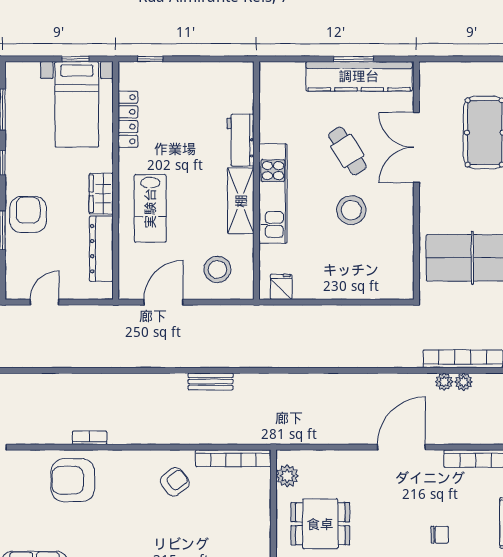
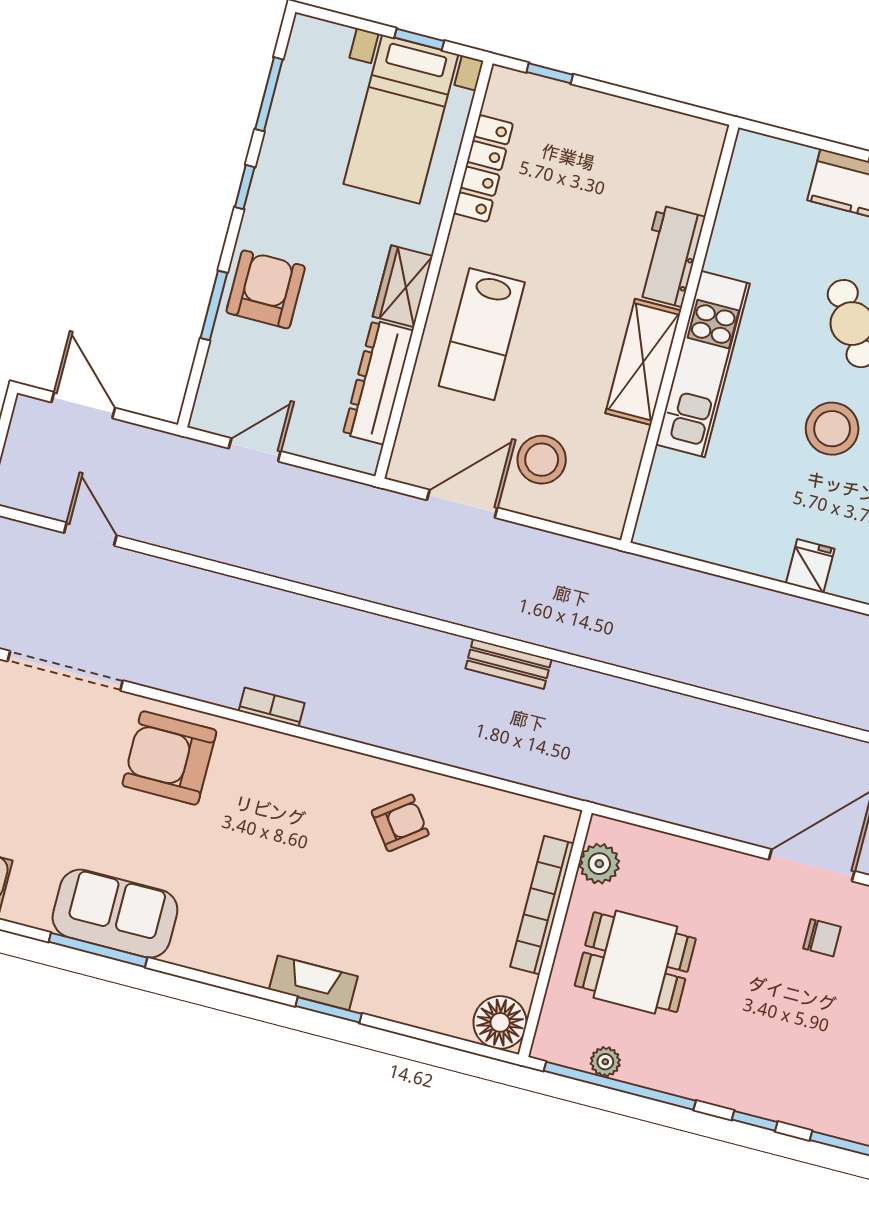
stool: (217, 269) -> (542, 460), moved
fridge: (281, 287) -> (810, 566), moved
bookcase: (233, 458) -> (542, 905), moved, turned 90
armchair: (73, 480) -> (169, 758), moved
chair: (440, 535) -> (822, 938), moved

